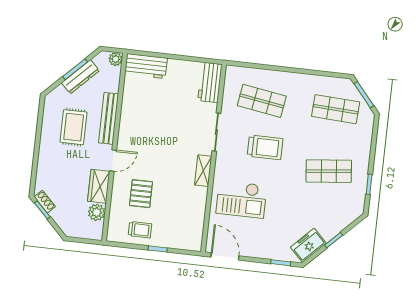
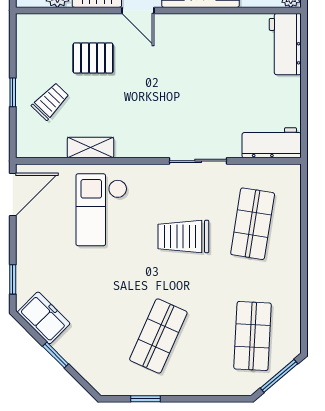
trolley: (265, 147) -> (183, 236), turned 90
shelving: (203, 171) -> (90, 148), moved
shop shelf: (329, 171) -> (158, 336), turned 30
trolley: (140, 230) -> (50, 101), moved, turned -136

